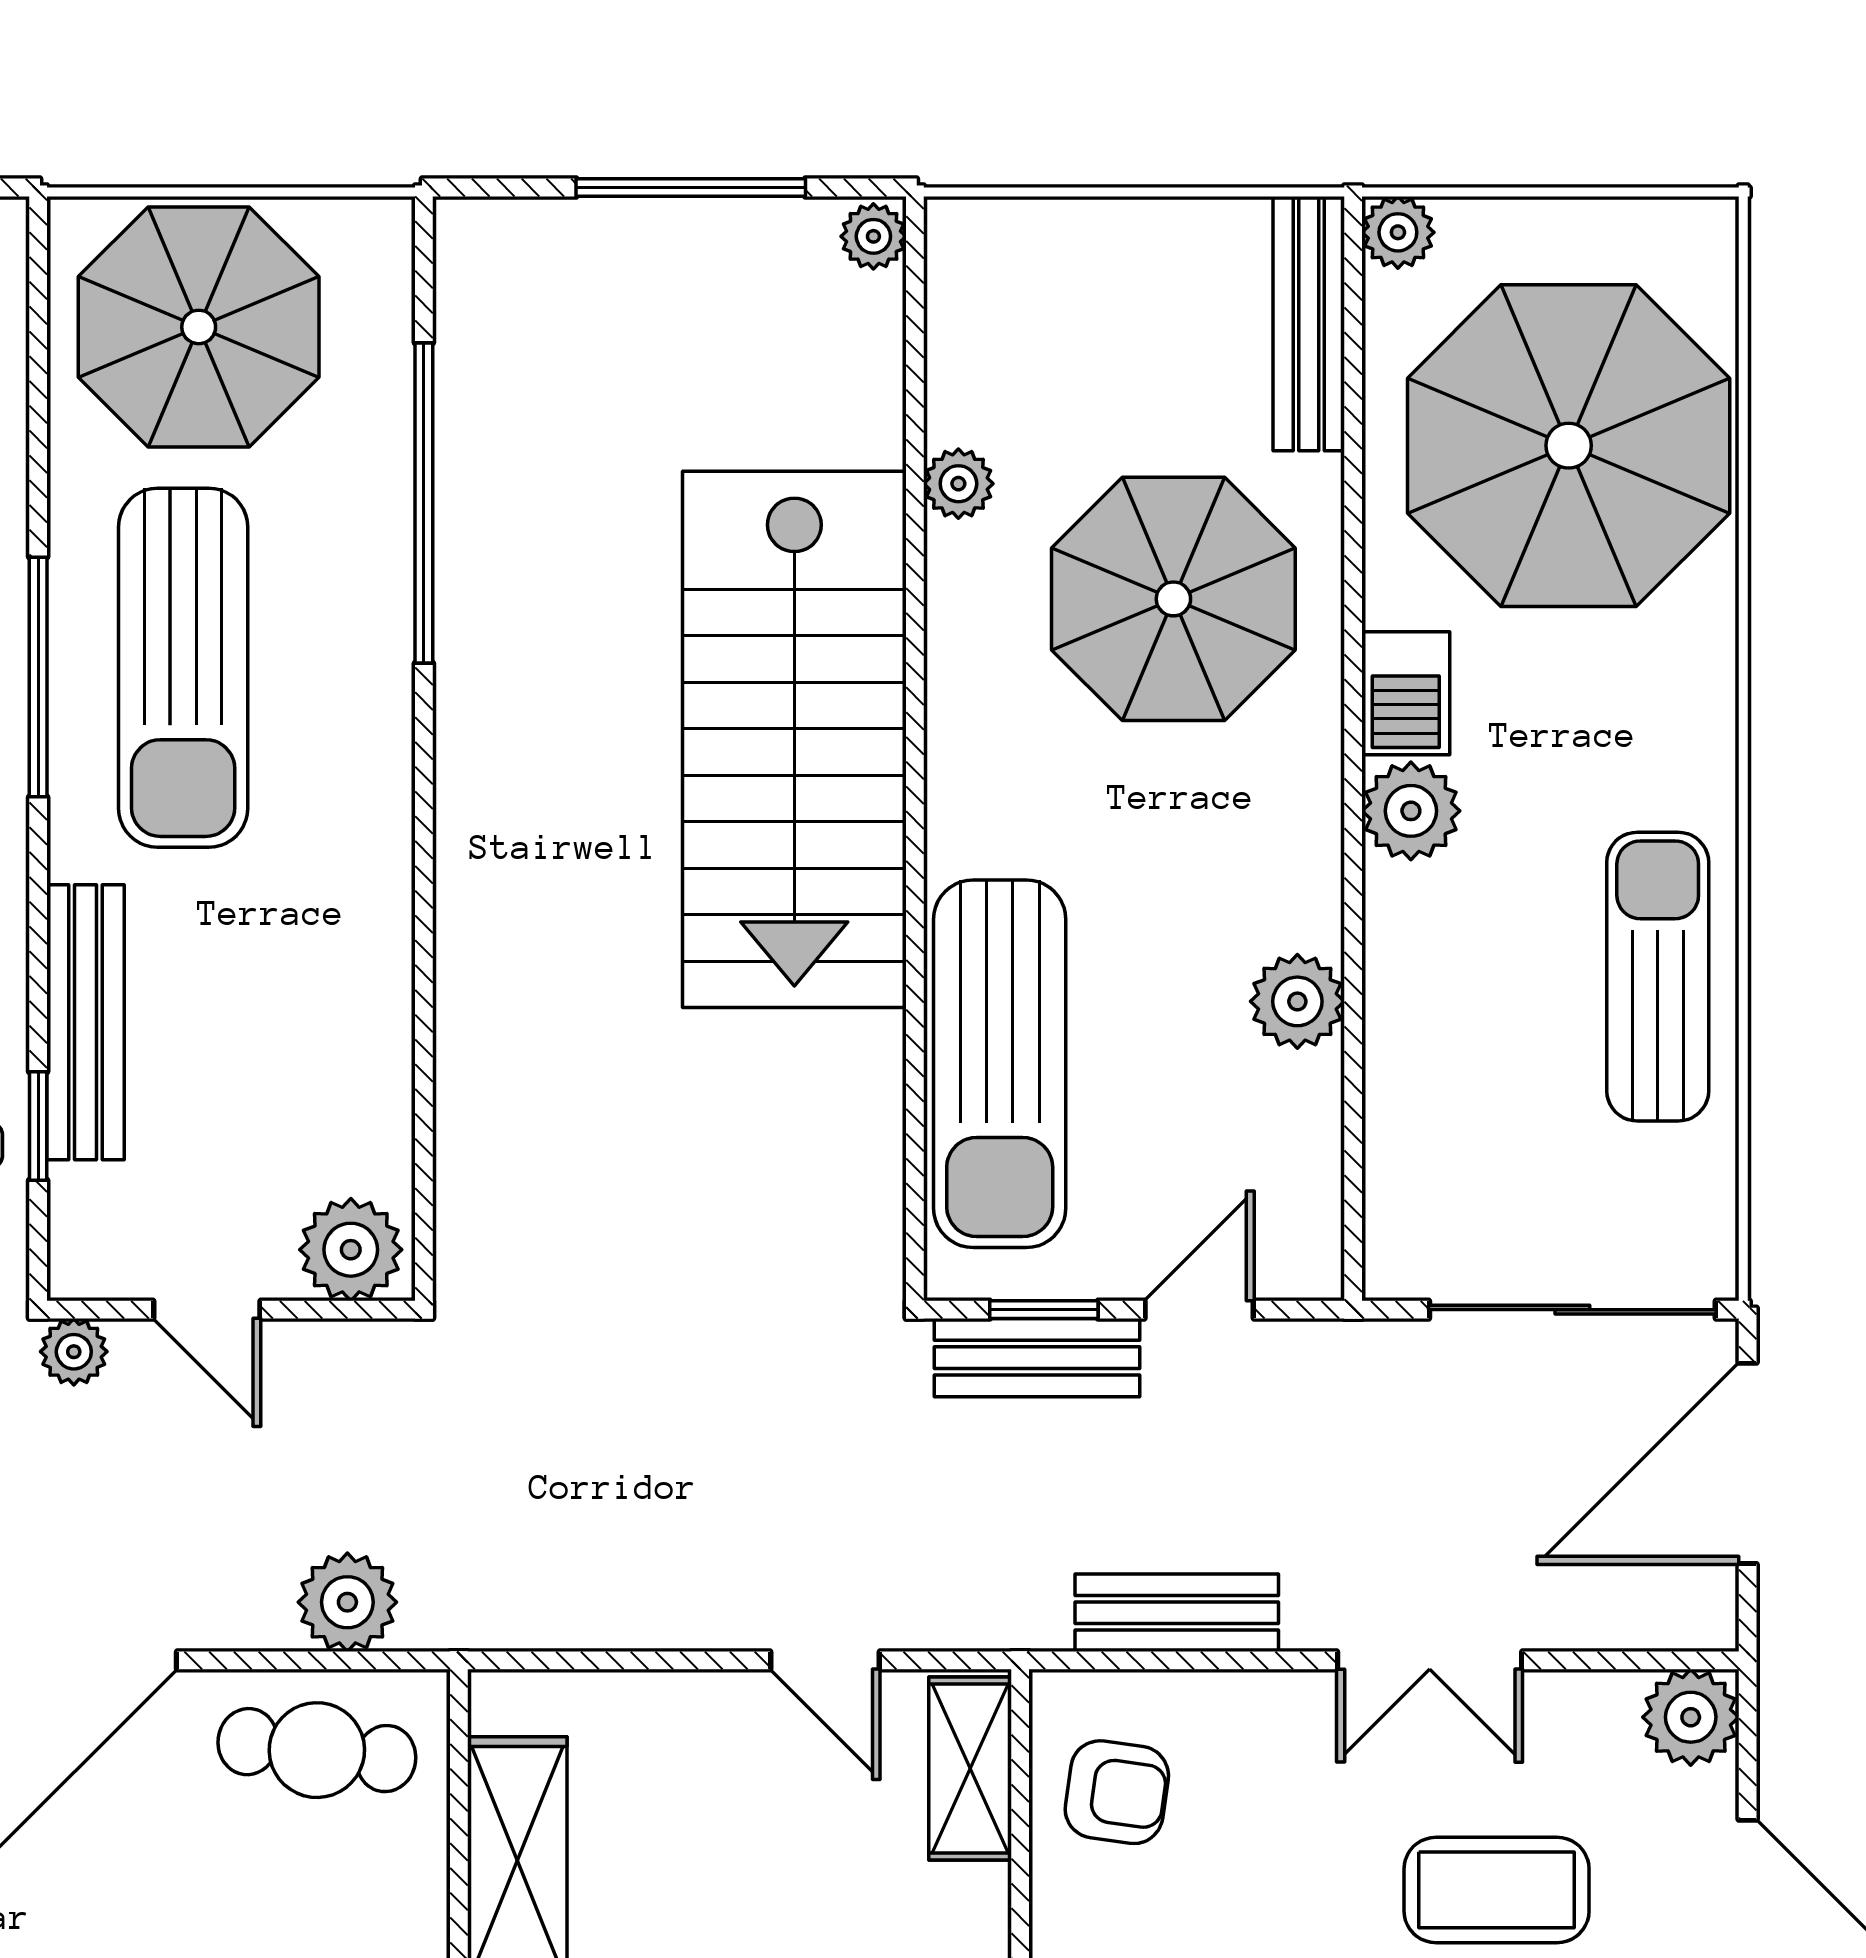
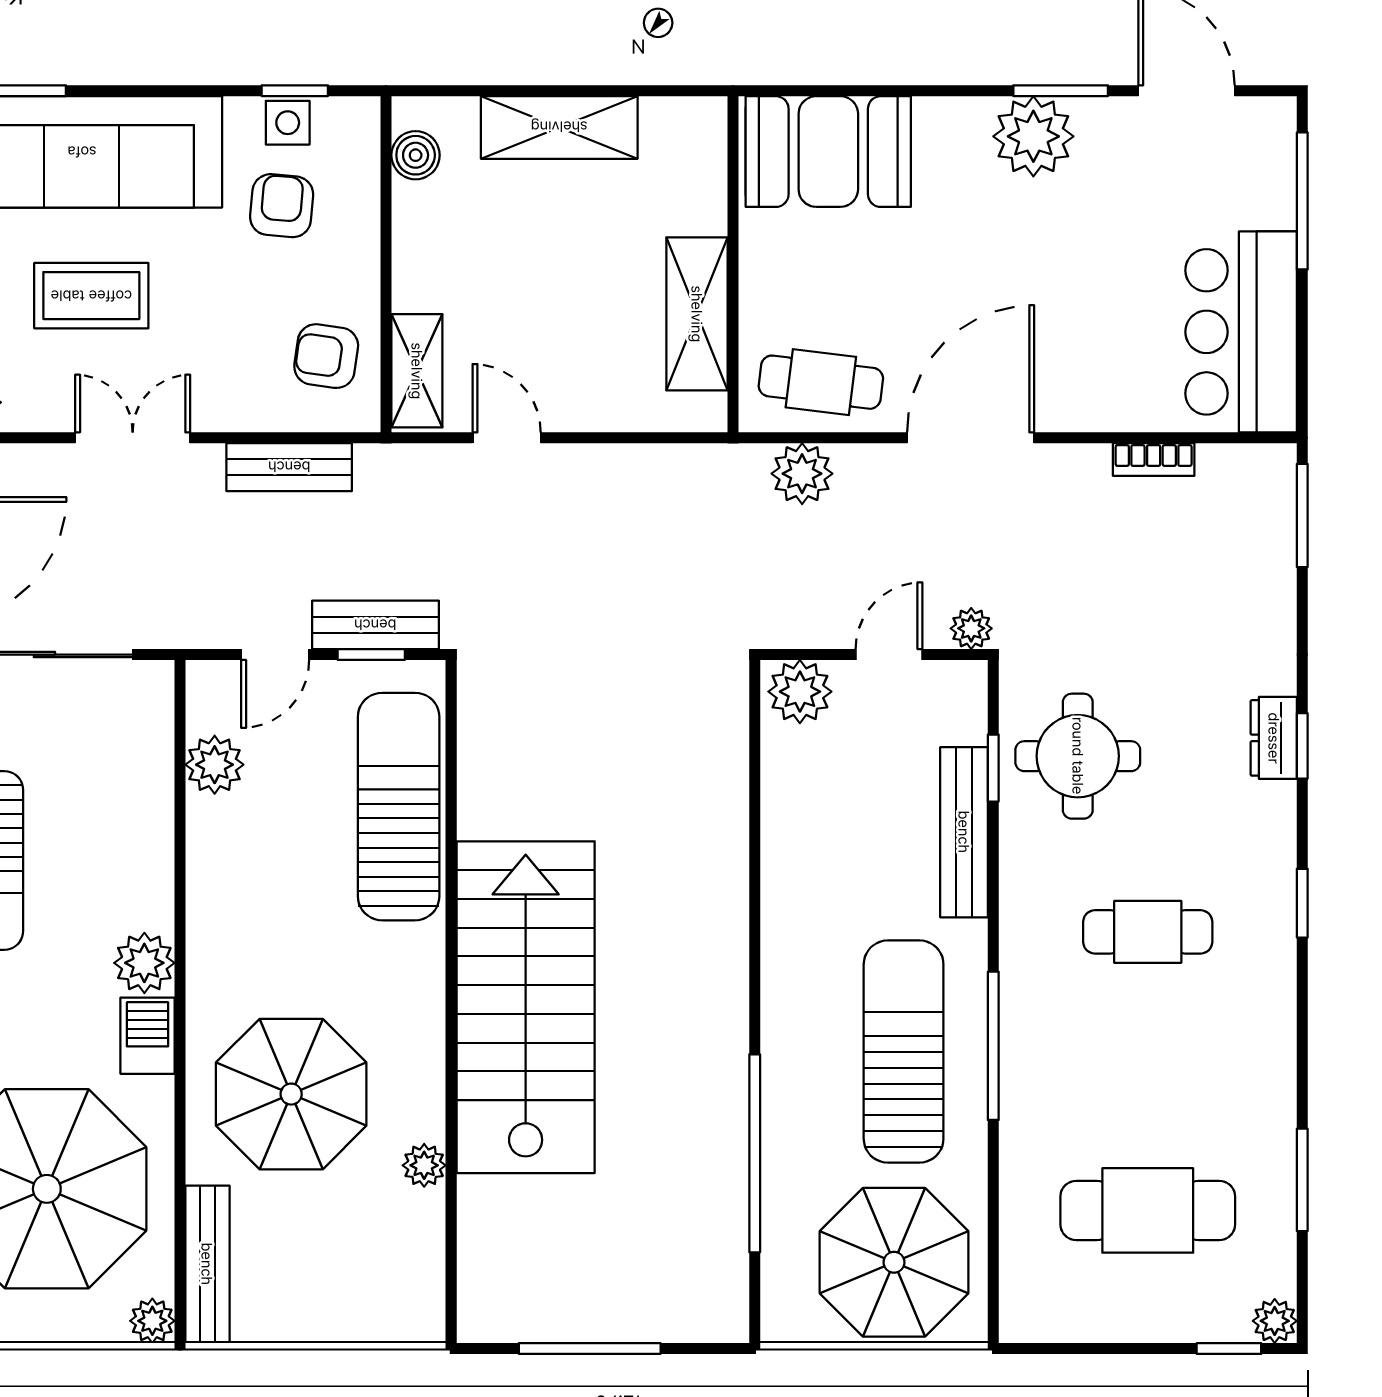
plant: (873, 236) -> (477, 1318), removed
plant: (1297, 1001) -> (215, 765), moved
door: (207, 1310) -> (889, 655), hinge flipped

